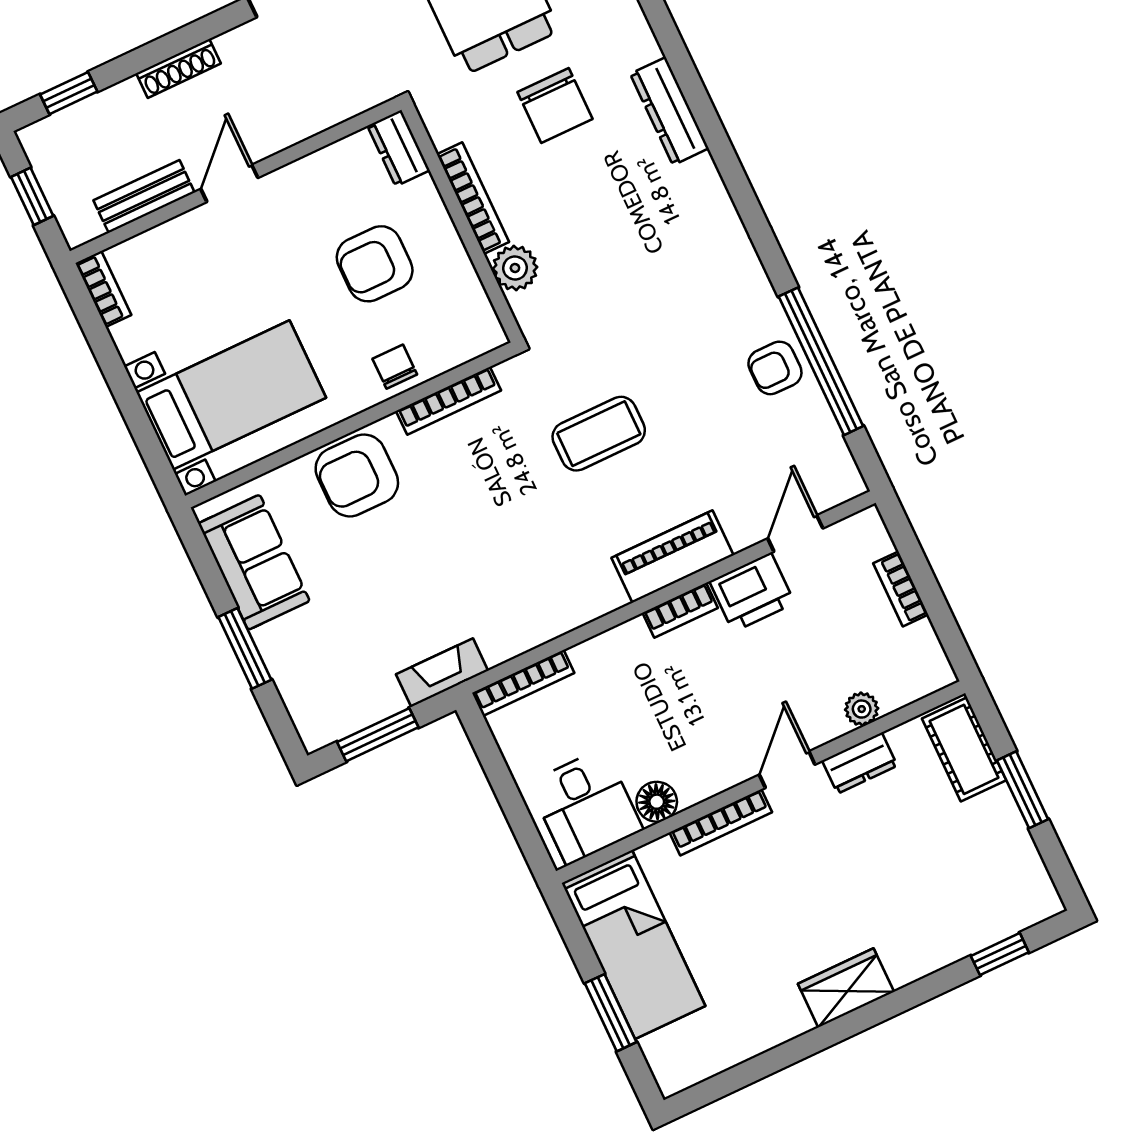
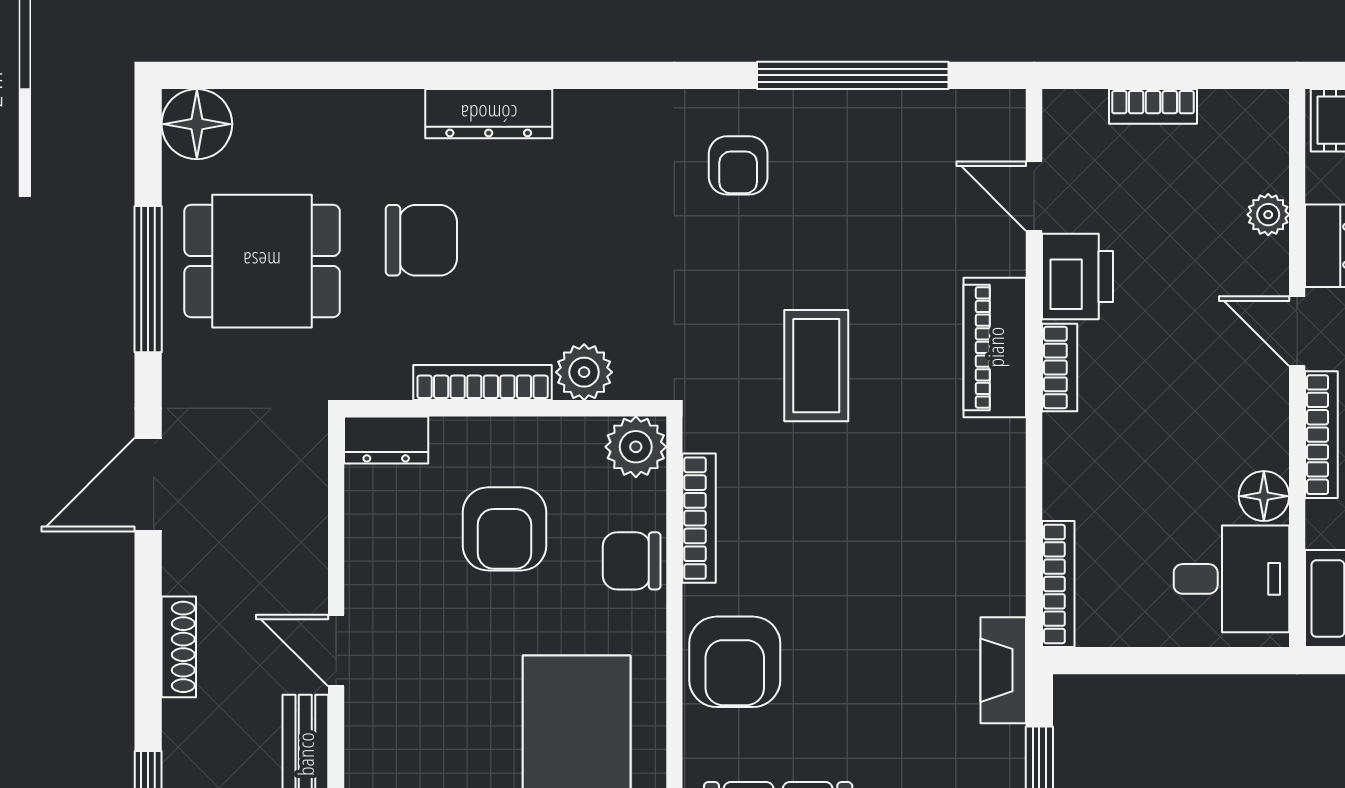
plant: (479, 331) -> (636, 447), added
chair: (395, 367) -> (632, 561), width x1.37, depth x1.37
armchair: (775, 368) -> (738, 165), moved

